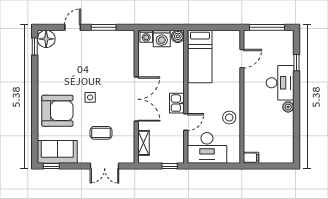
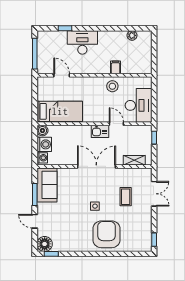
plant: (288, 107) -> (132, 35), moved
sofa: (57, 152) -> (47, 185), moved, turned 180
filing cabinet: (251, 158) -> (116, 67), moved

